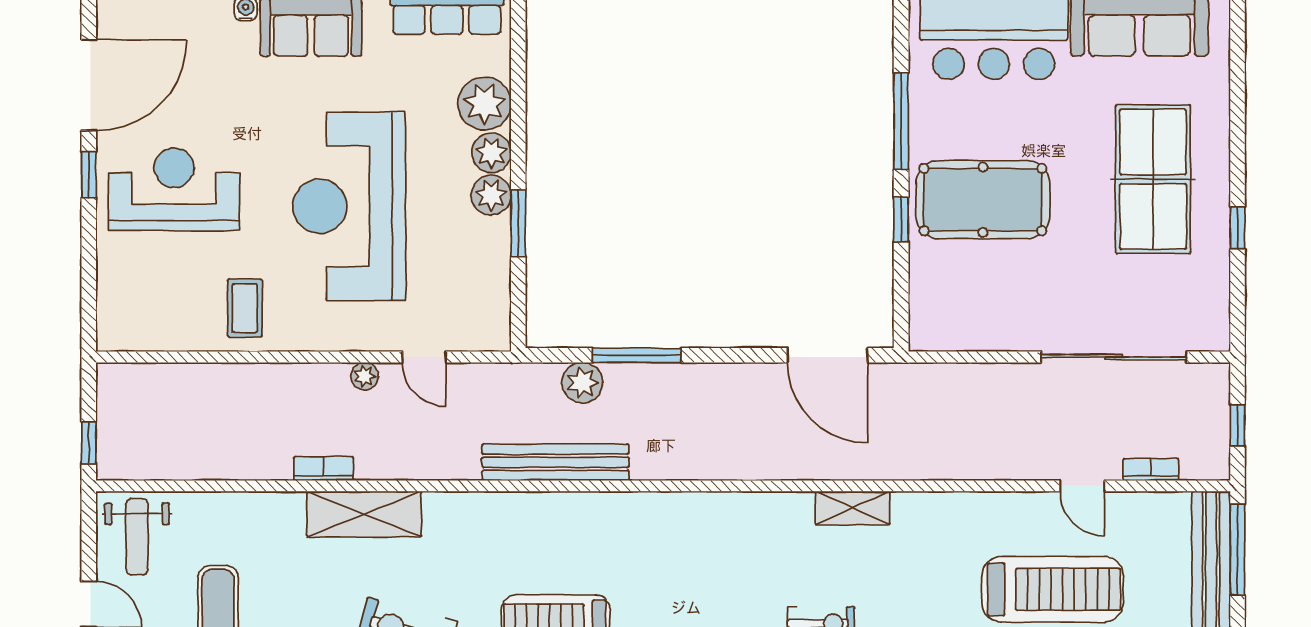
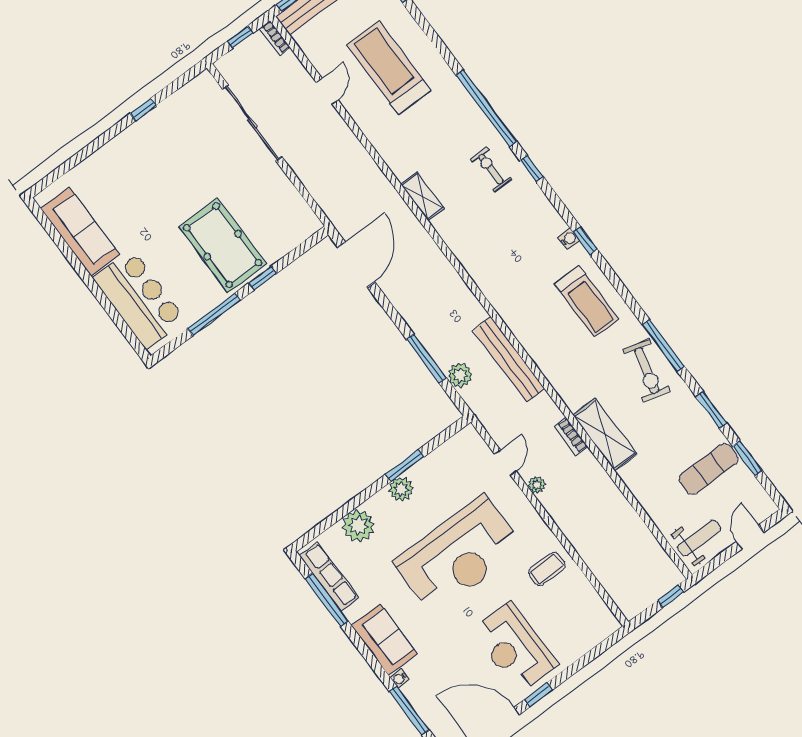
plant: (491, 153) -> (380, 504), removed
table tennis table: (1153, 179) -> (150, 169), removed
bookcase: (324, 469) -> (571, 436), moved
bookcase: (1151, 469) -> (275, 38), moved

